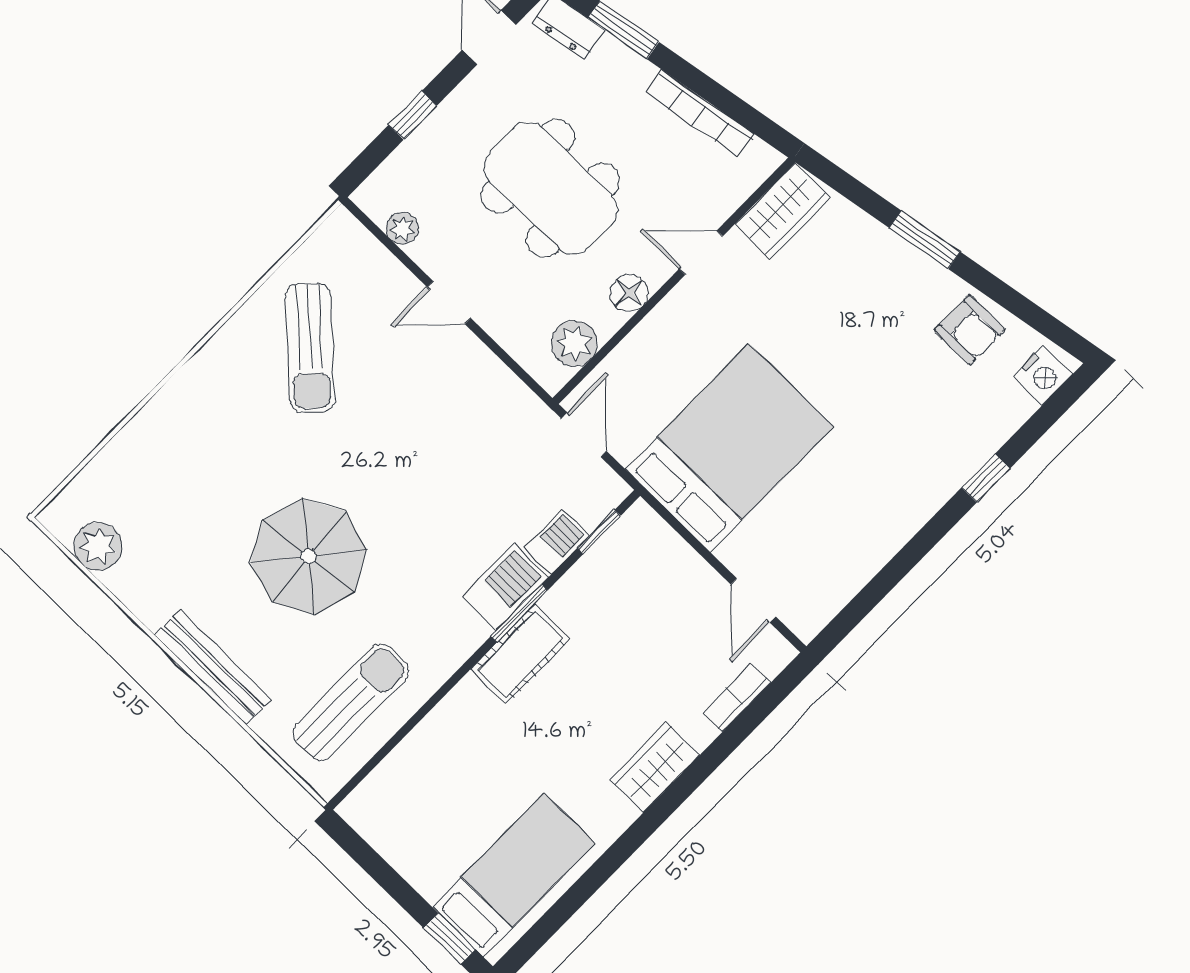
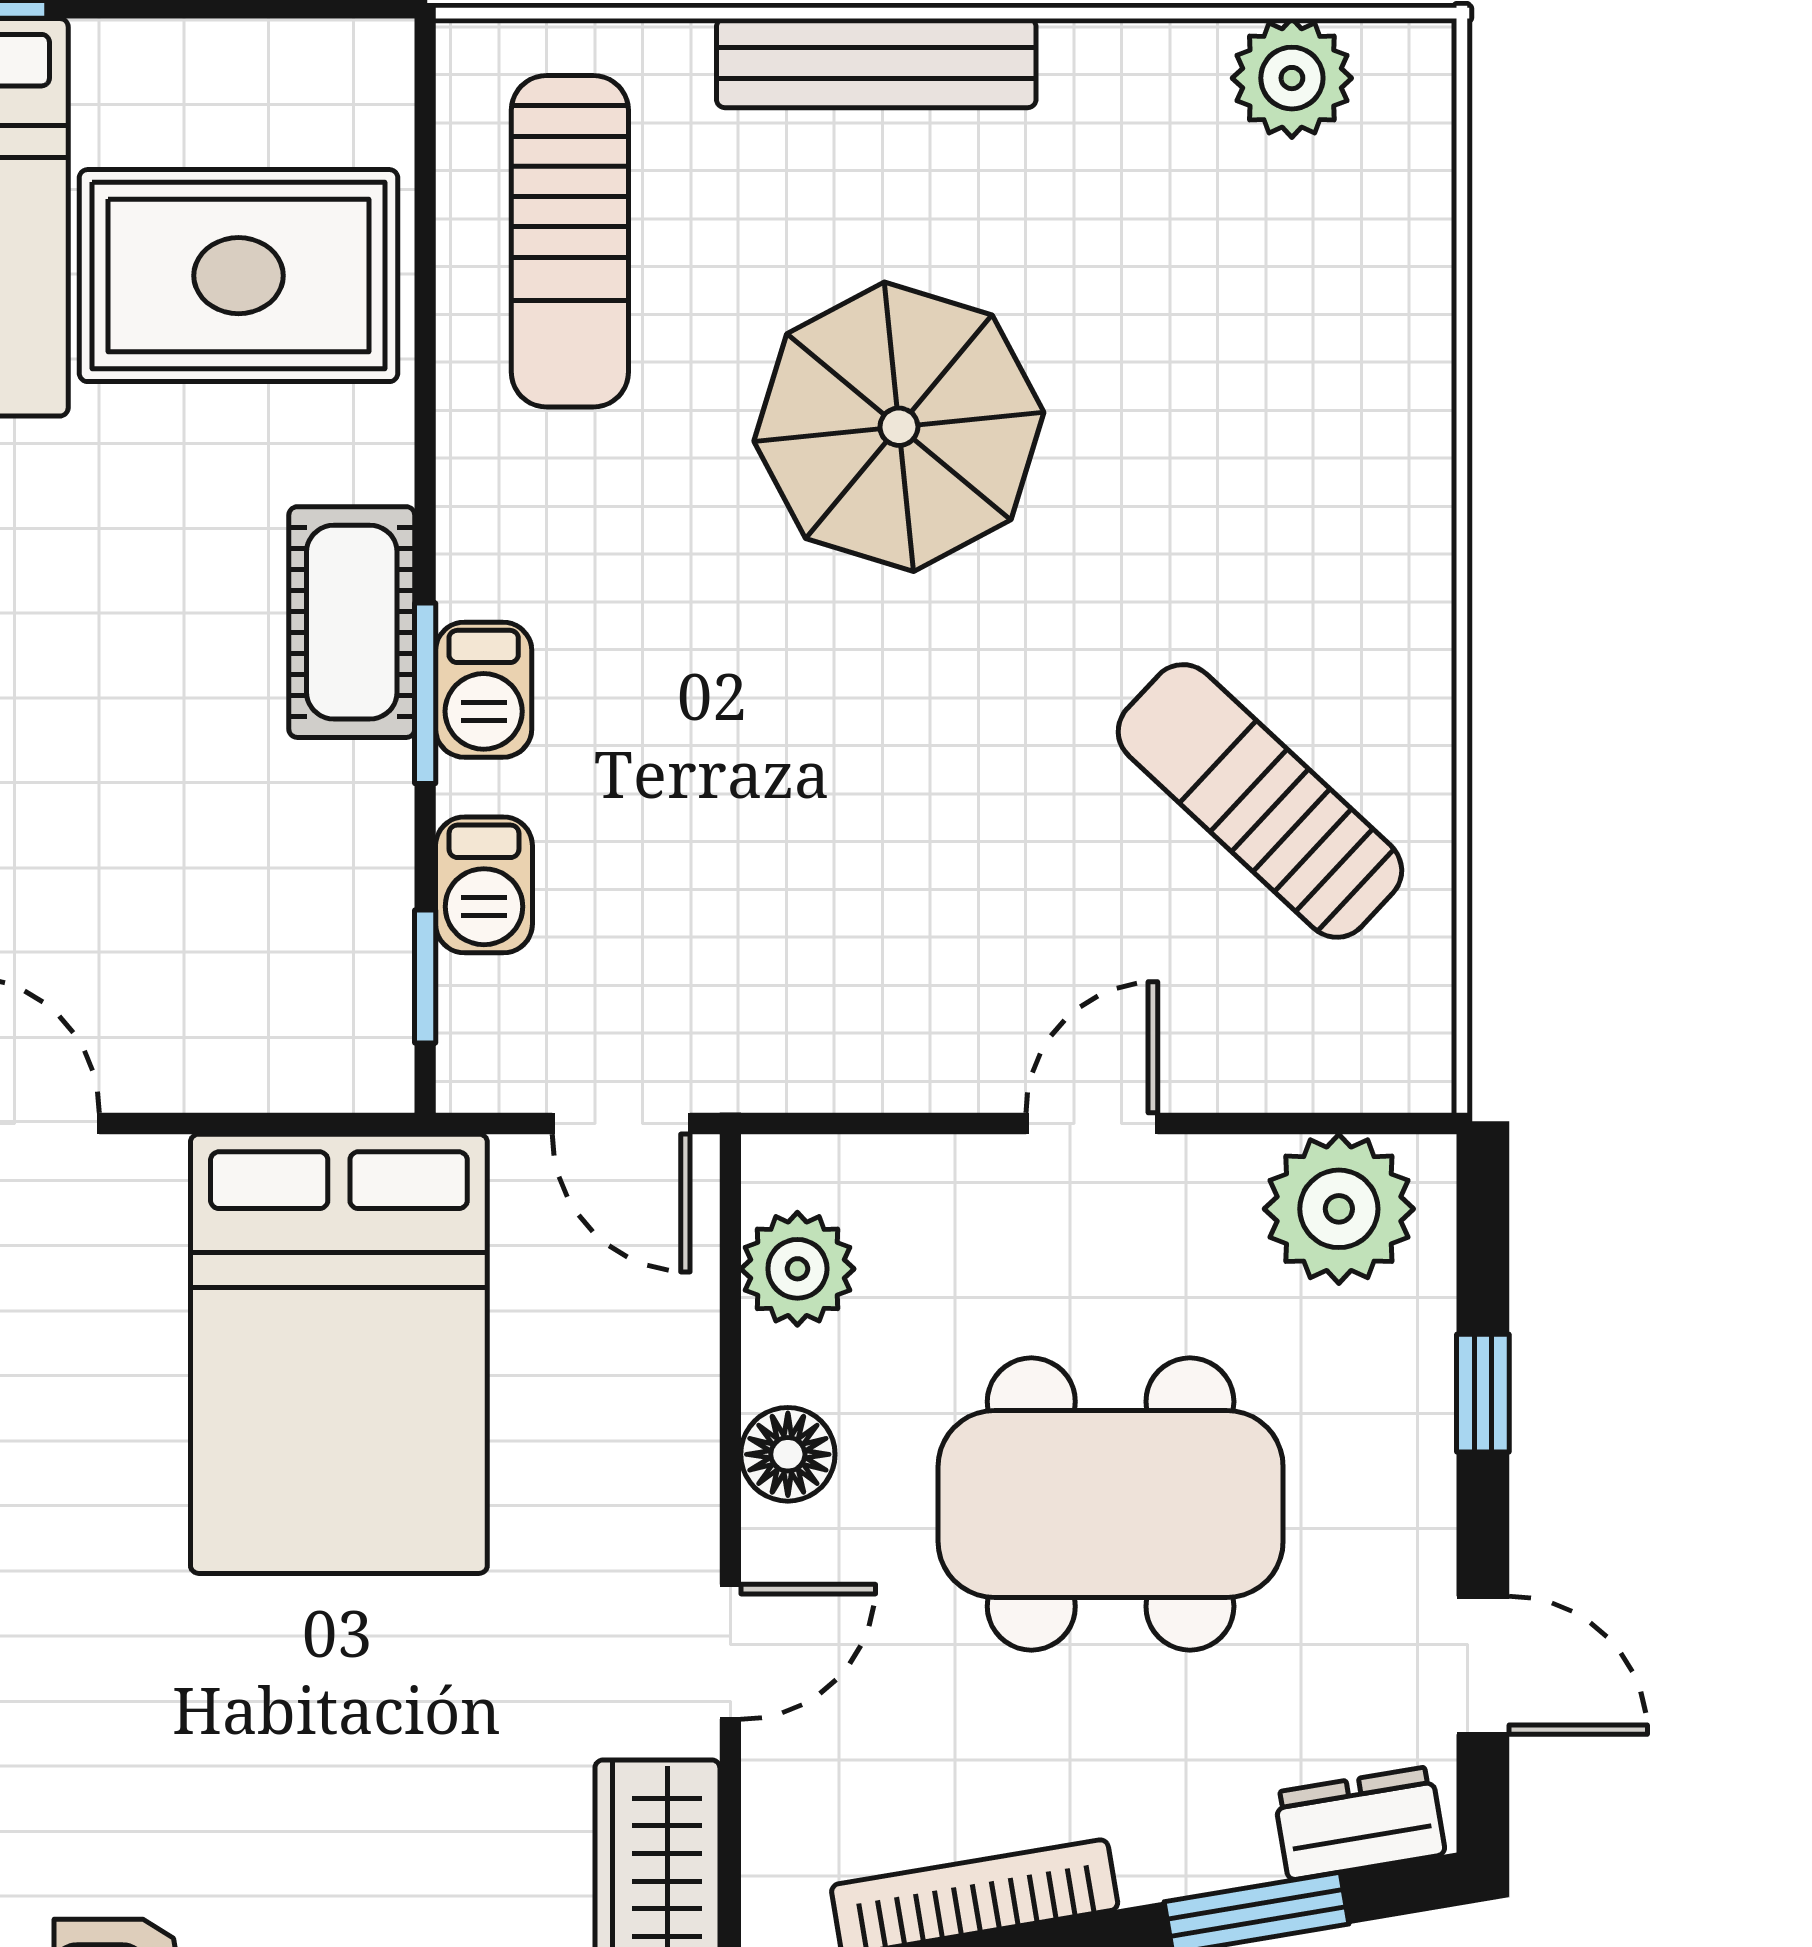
plant: (402, 229) -> (1339, 1209), width x1.88, depth x1.88
barbecue: (505, 587) -> (484, 690), width x0.73, depth x0.79
rug: (456, 785) -> (239, 276), added

